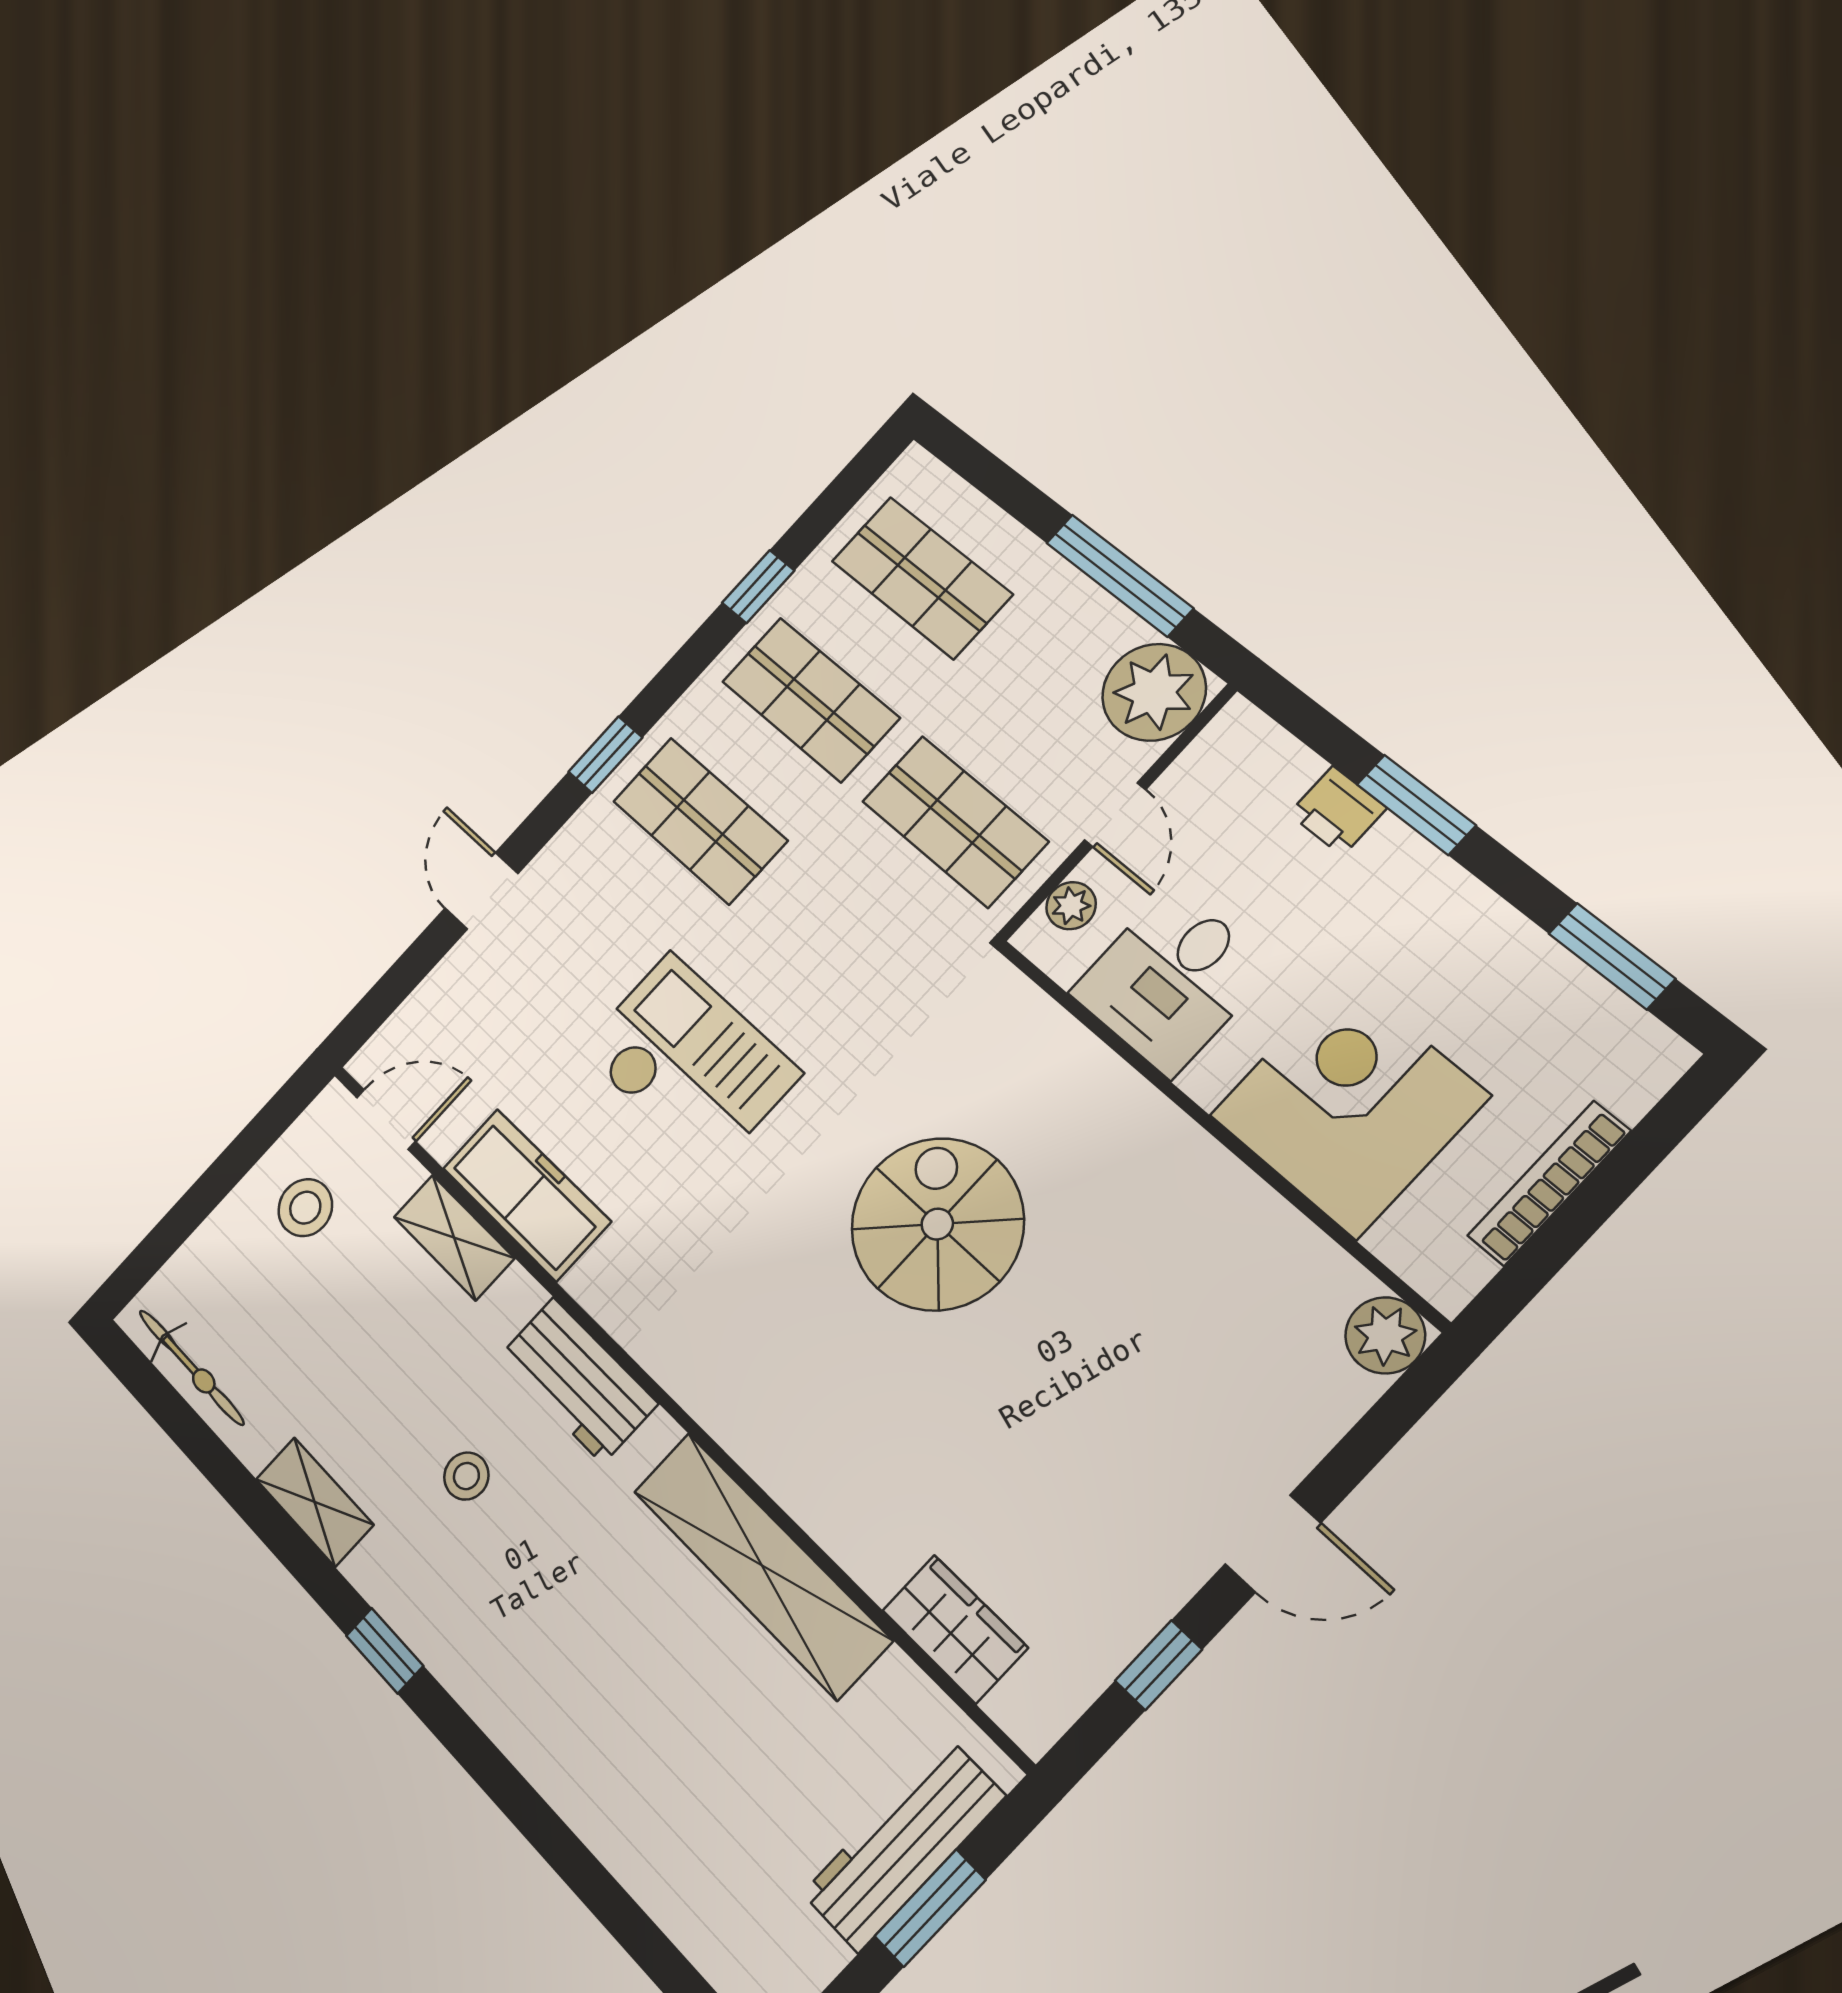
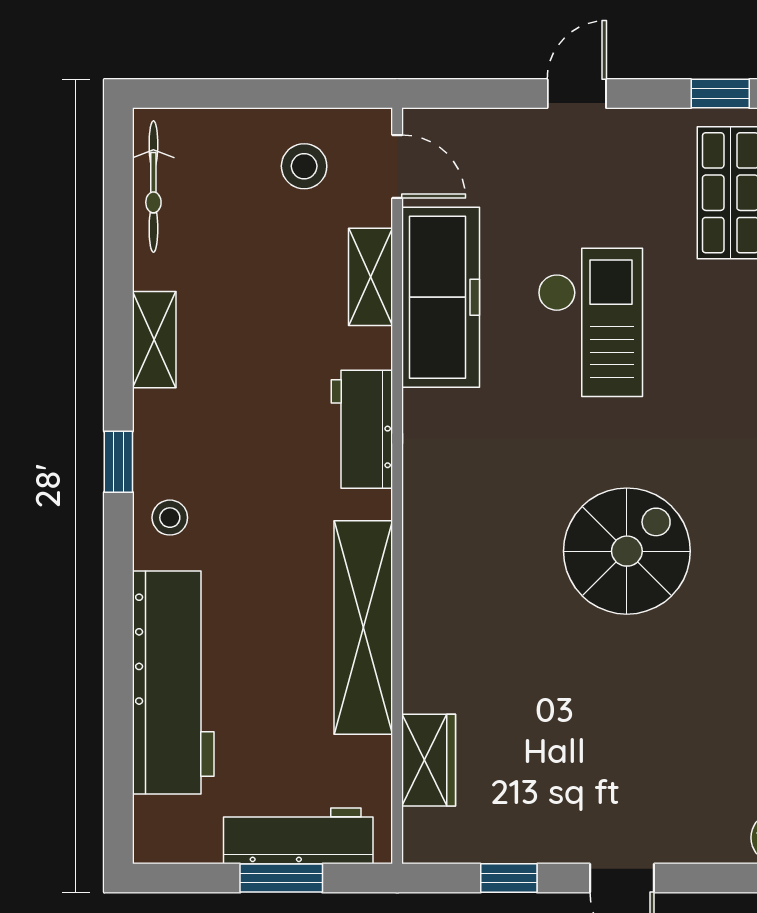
freezer: (526, 1195) -> (441, 297), width x1.36, depth x1.26
stool: (466, 1476) -> (170, 518), moved
workbench: (633, 1814) -> (173, 683), added

